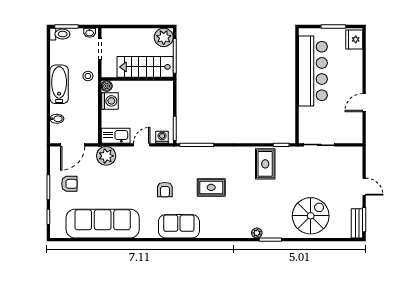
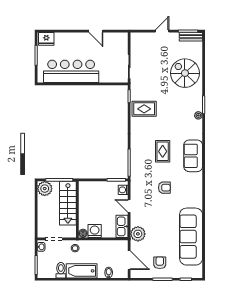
toilet: (60, 34) -> (61, 270), moved
sofa: (179, 226) -> (193, 156), moved

